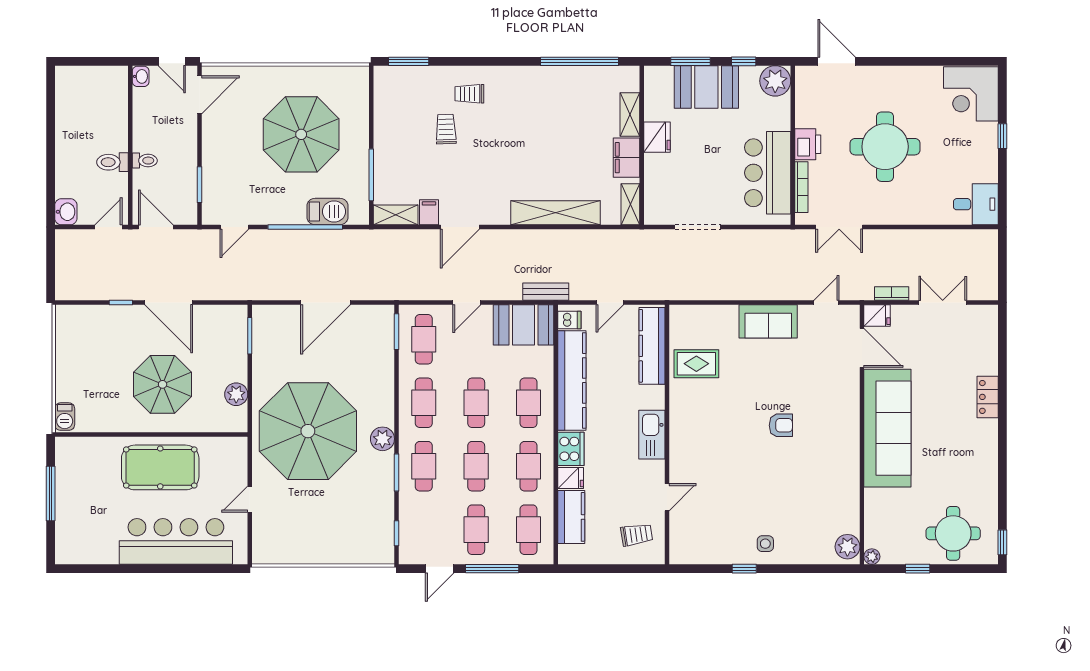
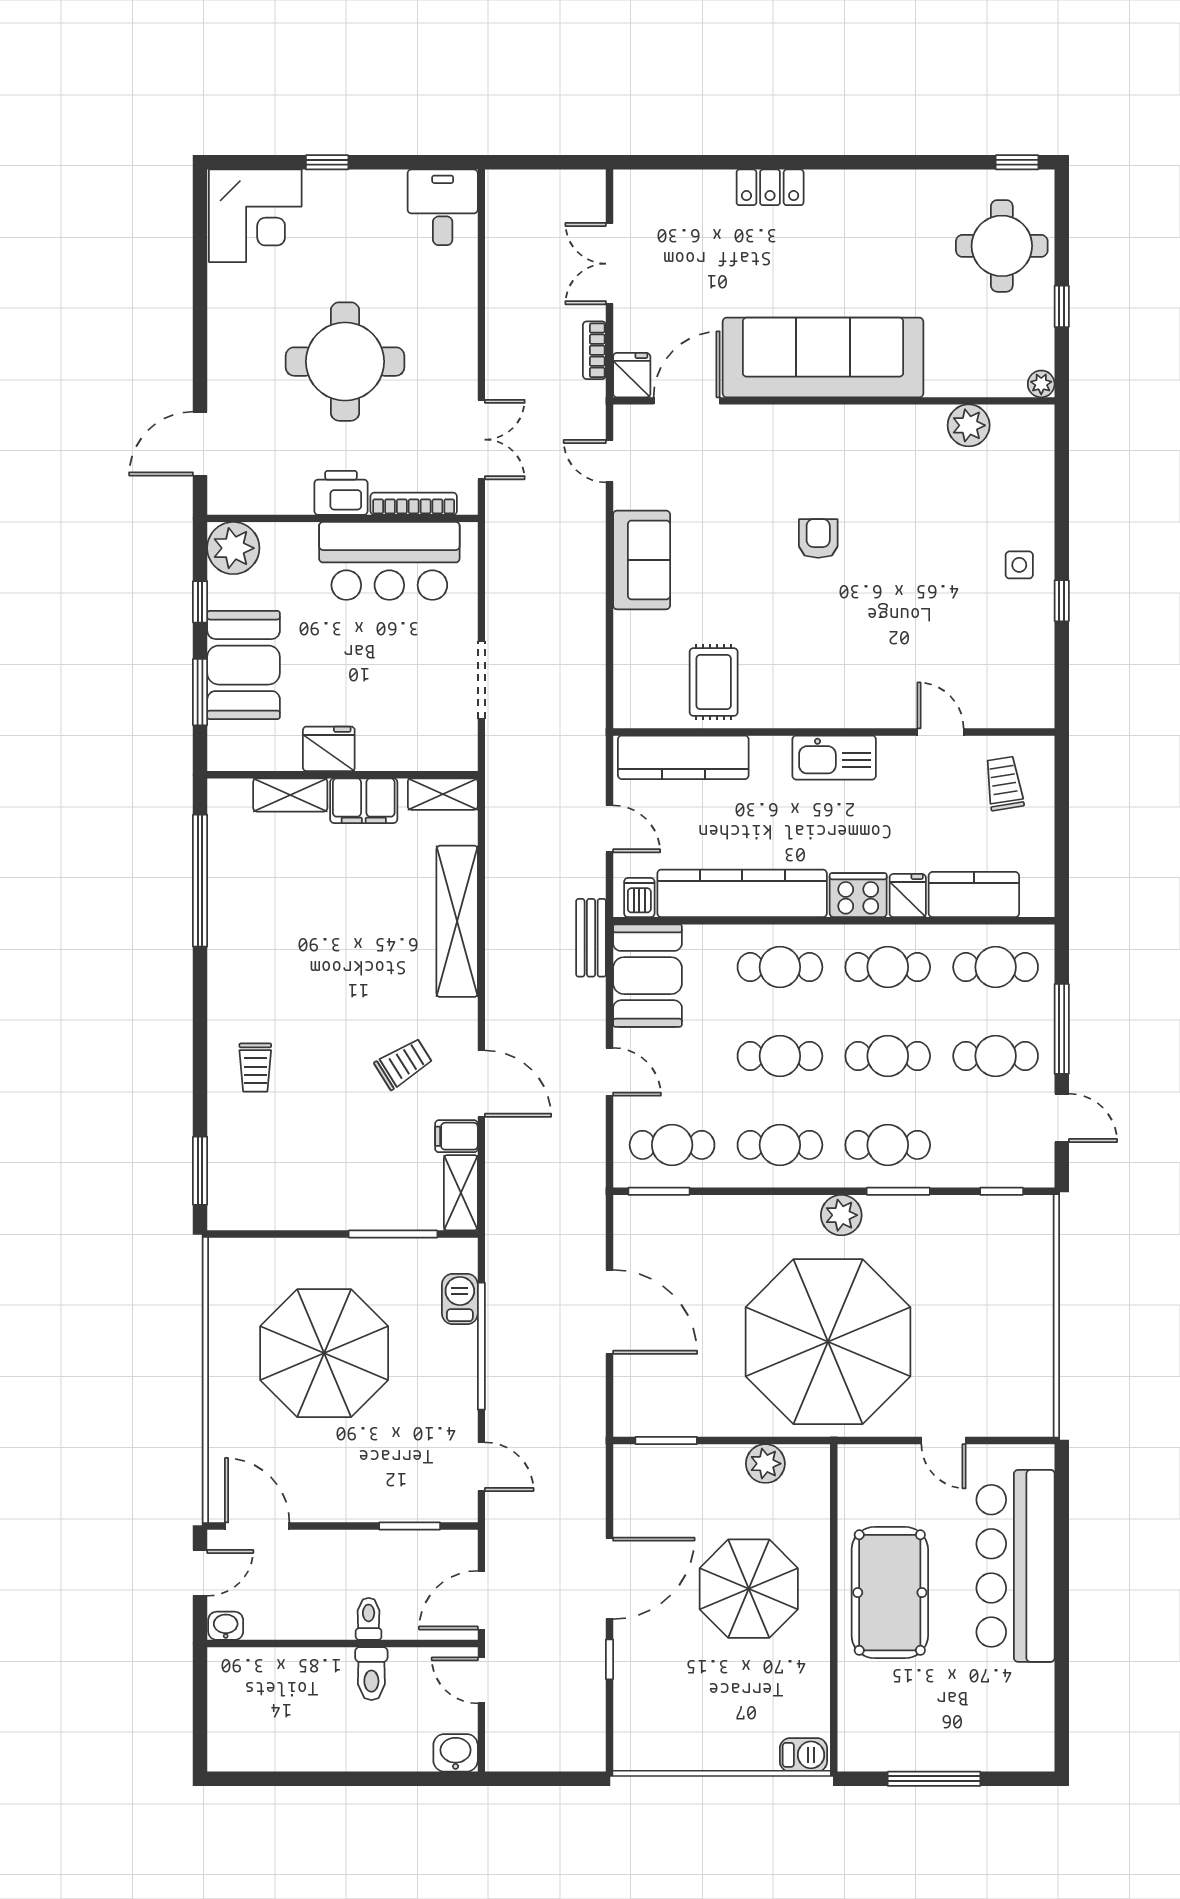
trolley: (446, 129) -> (403, 1064), moved, turned 150
barbecue: (327, 212) -> (460, 1299), width x0.73, depth x0.79
plant: (847, 547) -> (969, 425), moved

